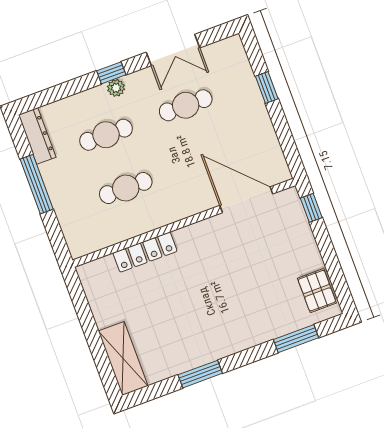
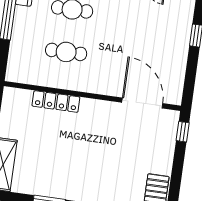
cafe table: (186, 105) -> (136, 18), removed

